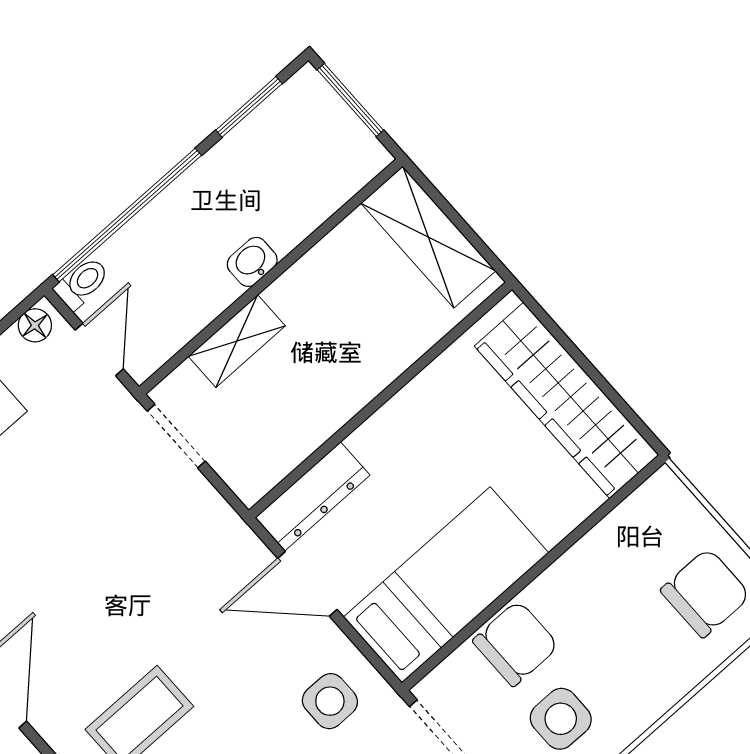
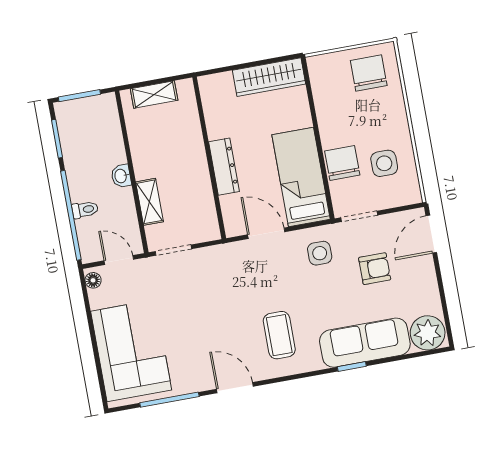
shelving: (428, 237) -> (154, 95), width x0.67, depth x0.75
toilet: (82, 283) -> (85, 210), moved, turned 90
wardrobe: (567, 400) -> (269, 77), width x0.71, depth x0.85
dresser: (312, 496) -> (224, 167), moved
door: (307, 584) -> (266, 233), swing flipped

